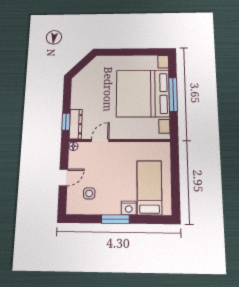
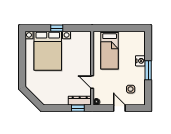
bed with nightstands: (143, 93) -> (48, 51), width x0.73
window: (173, 94) -> (57, 28), width x0.46
bed: (149, 187) -> (110, 50), moved, turned -90

